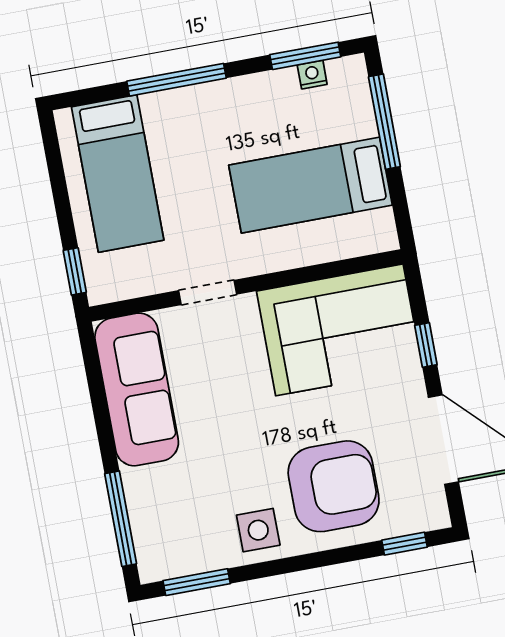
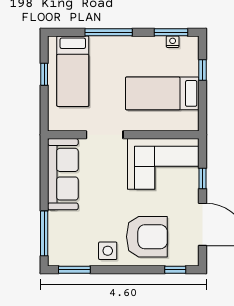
window: (384, 122) -> (202, 70), width x0.46
window: (75, 271) -> (44, 74), moved
doorway: (208, 292) -> (105, 135), width x1.38

